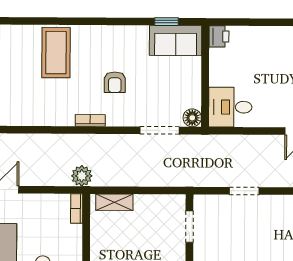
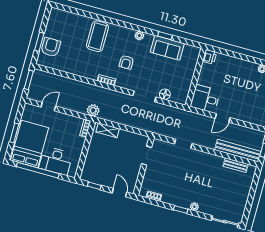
plant: (124, 33) -> (139, 36), added
printer: (219, 36) -> (210, 57), moved
wall: (205, 76) -> (196, 77), moved
desk: (230, 107) -> (205, 99), moved

